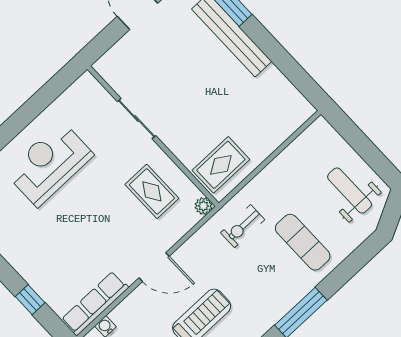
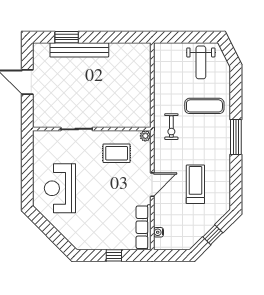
rug: (221, 165) -> (134, 110), removed
weight bench: (350, 191) -> (201, 62), turned -90

